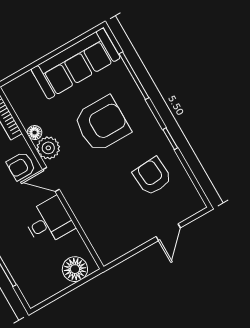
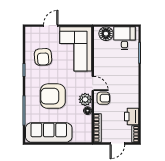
corner sofa: (108, 218) -> (76, 49), added
desk: (49, 222) -> (124, 38), moved, turned 90

